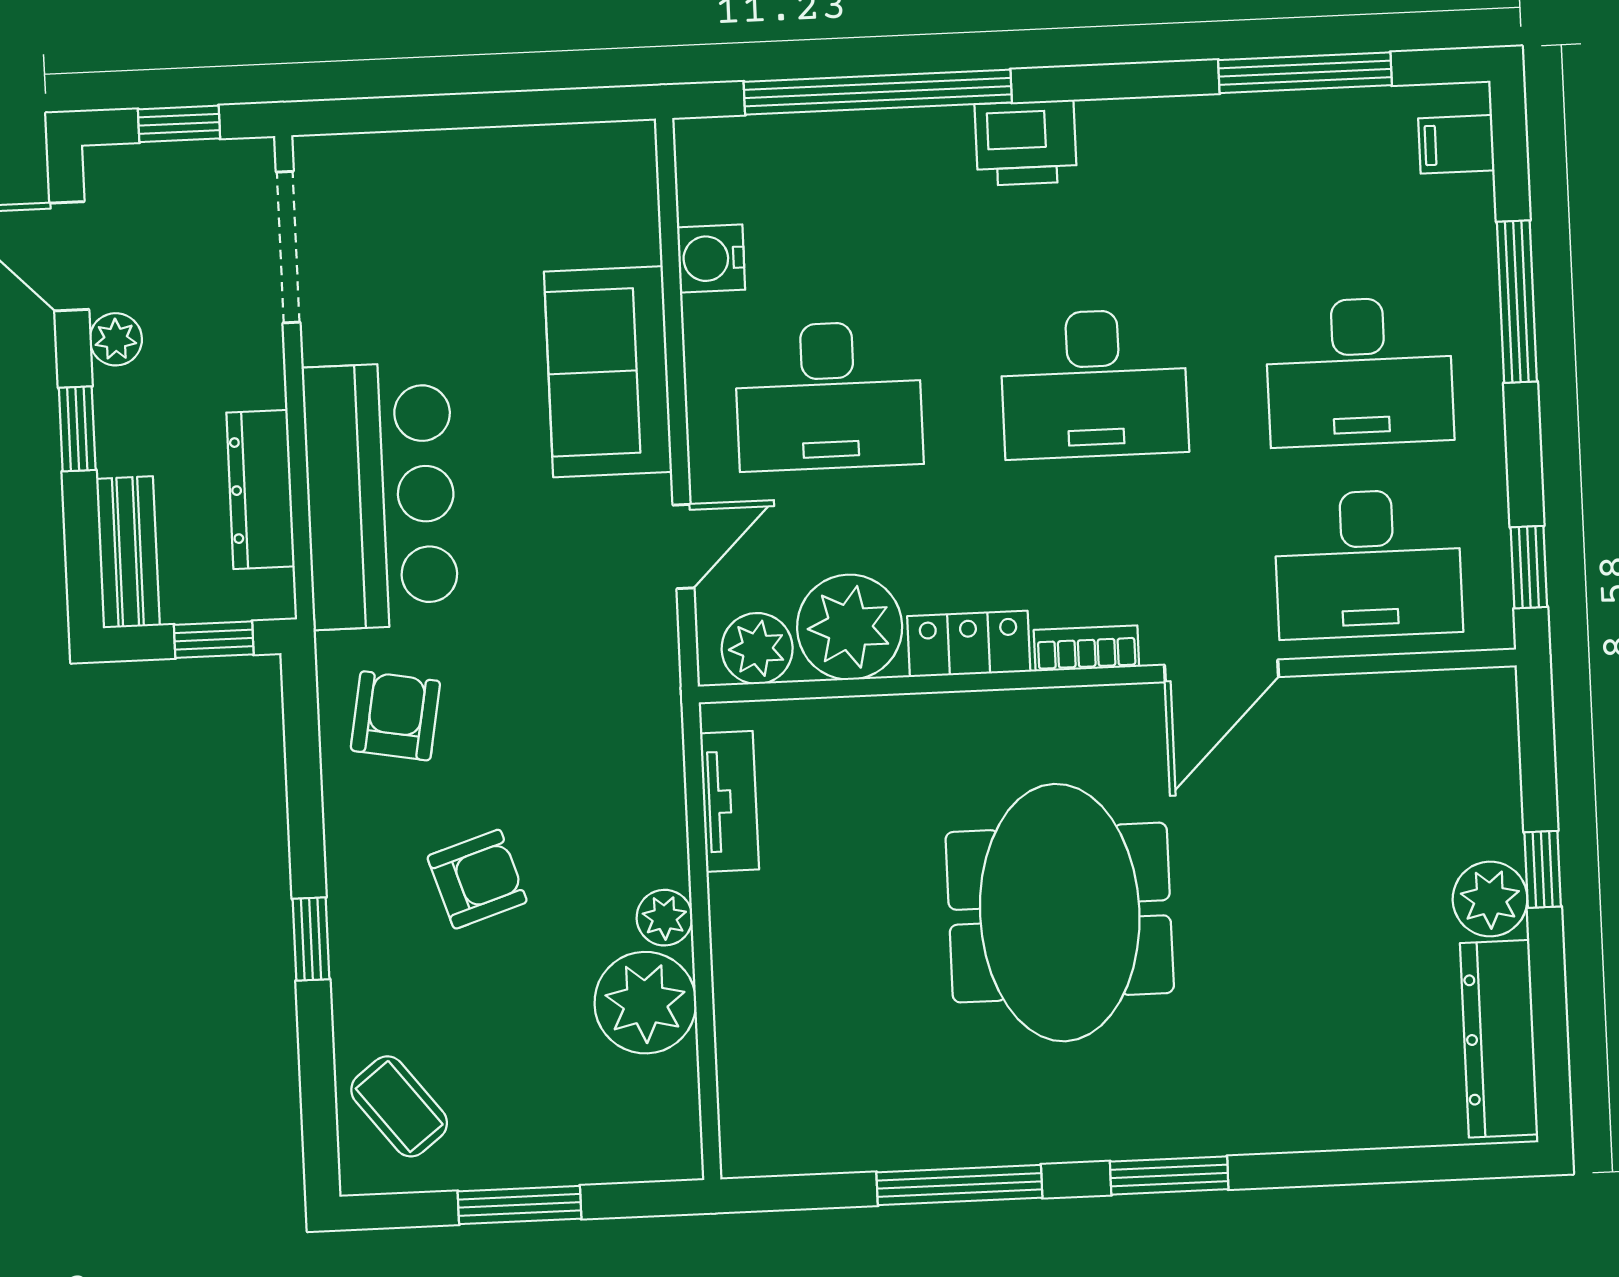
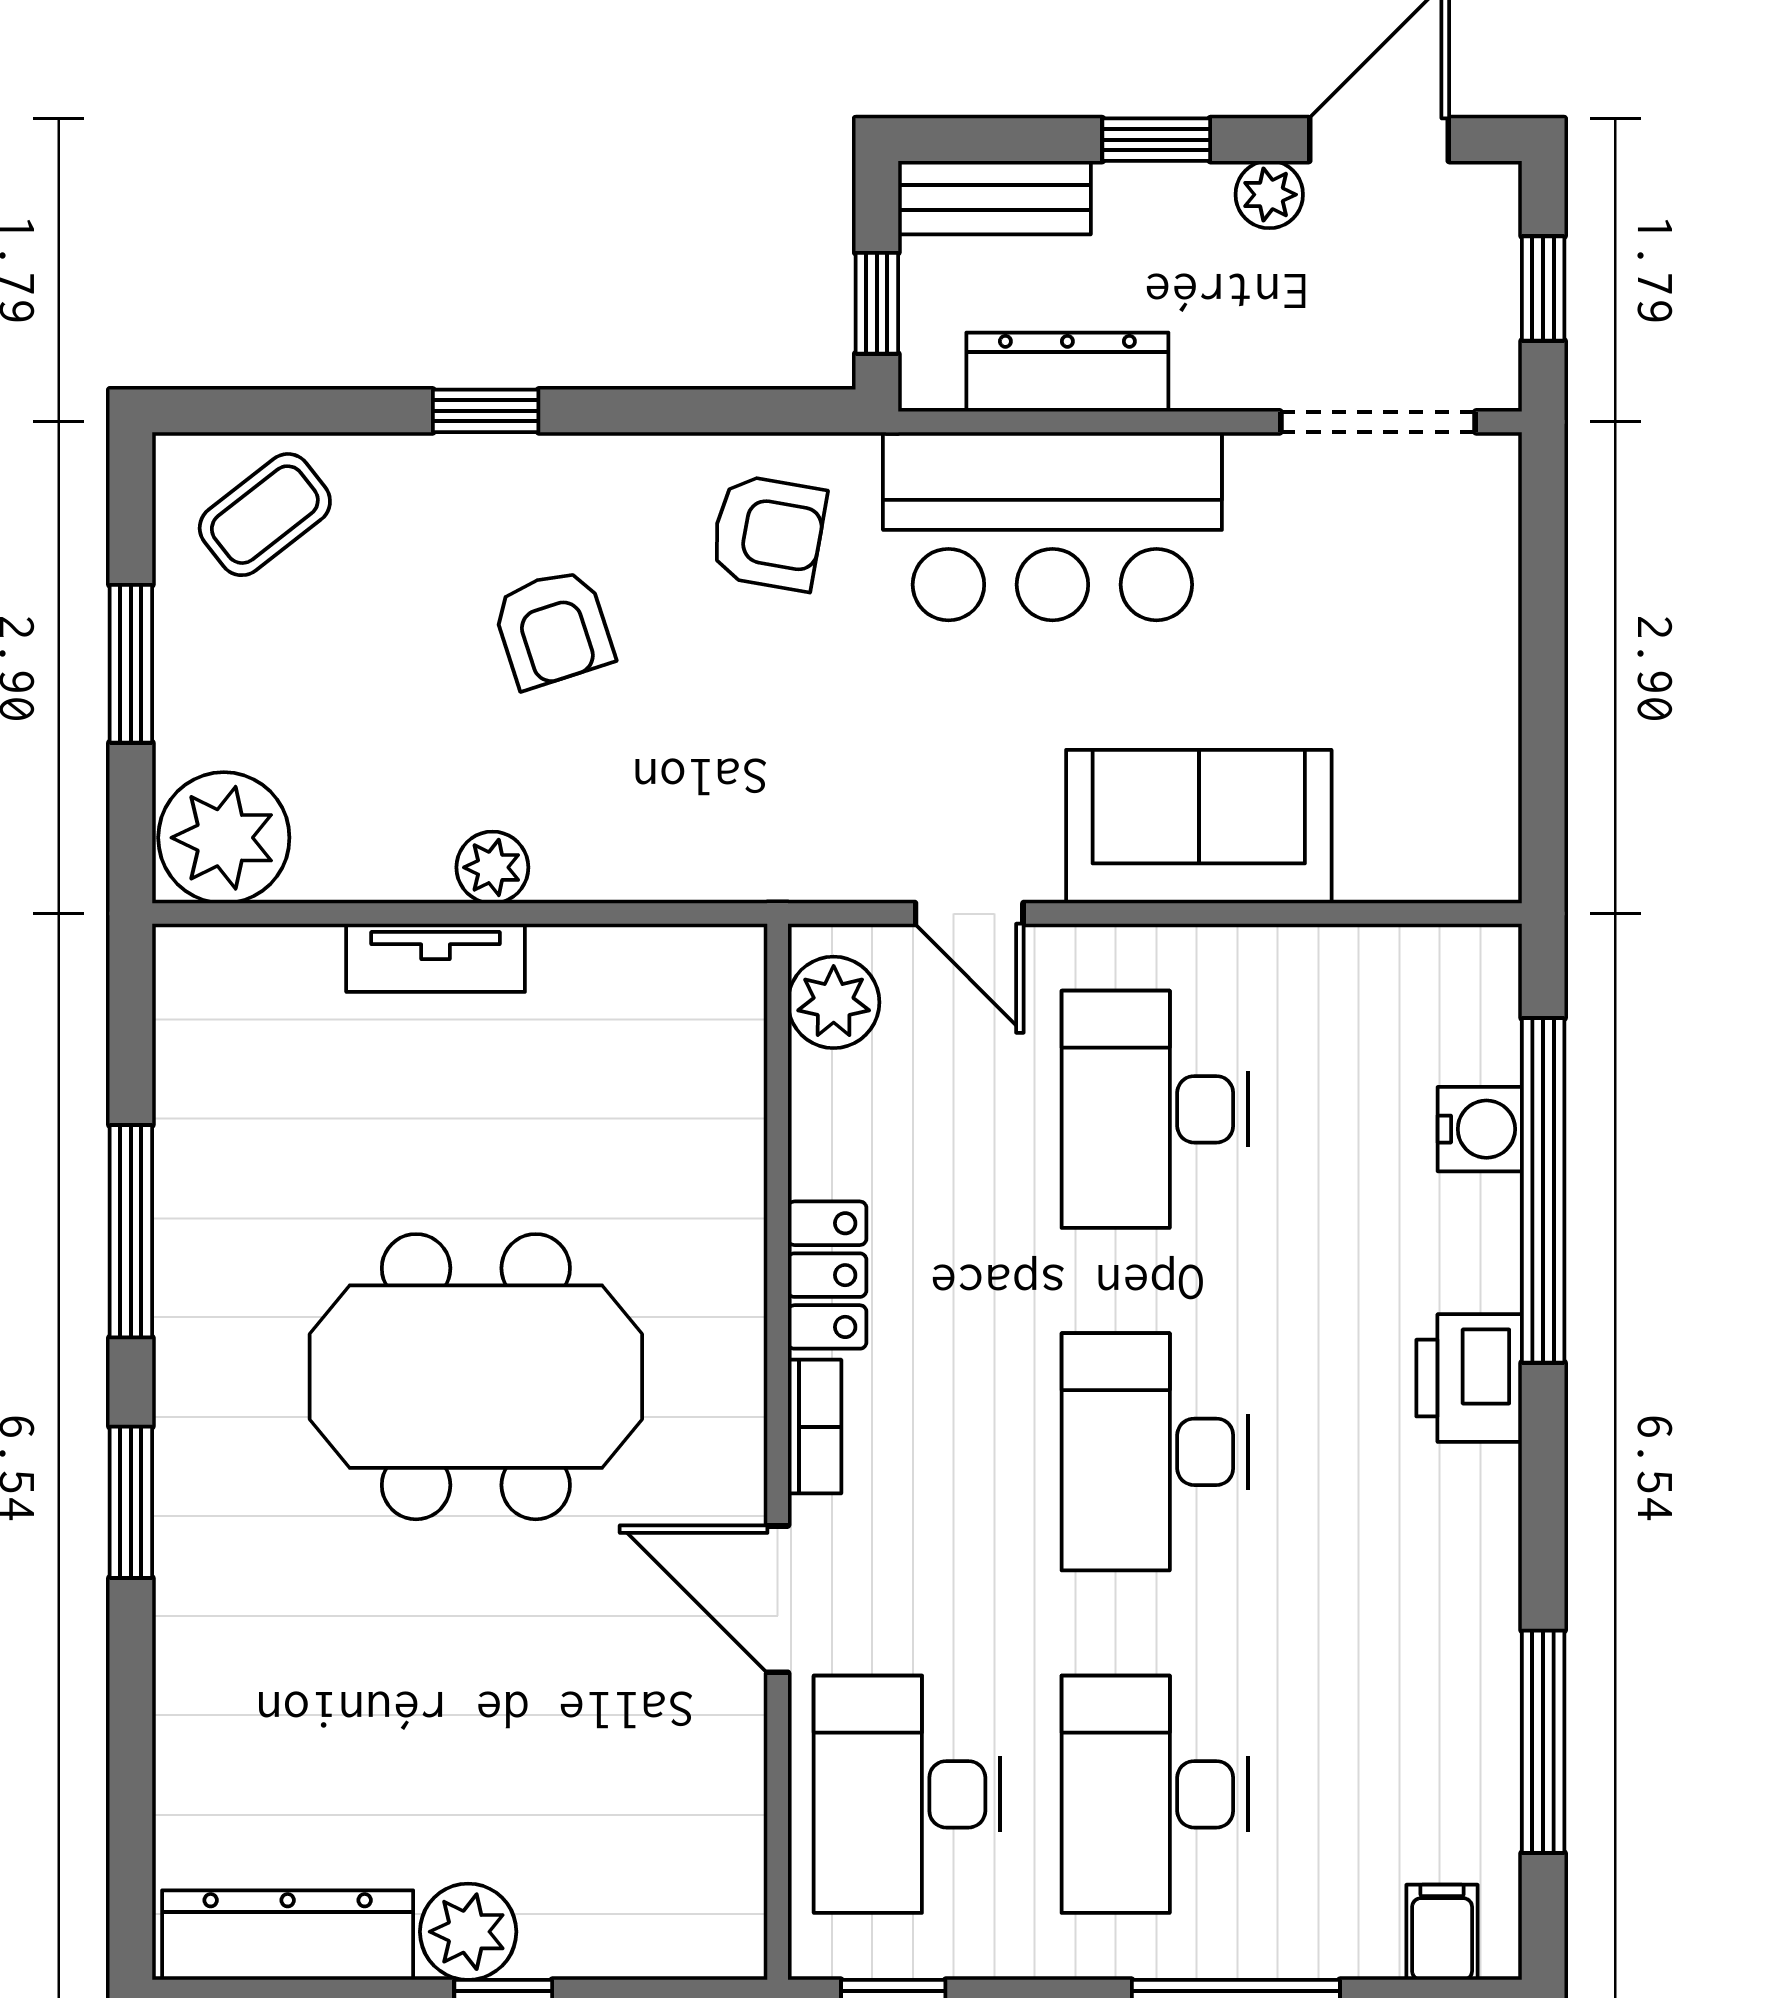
water cooler: (711, 258) -> (1480, 1129), moved, turned 90
plant: (850, 627) -> (856, 1123), removed
tv unit: (729, 801) -> (436, 958), moved
plant: (645, 1003) -> (224, 838), moved

